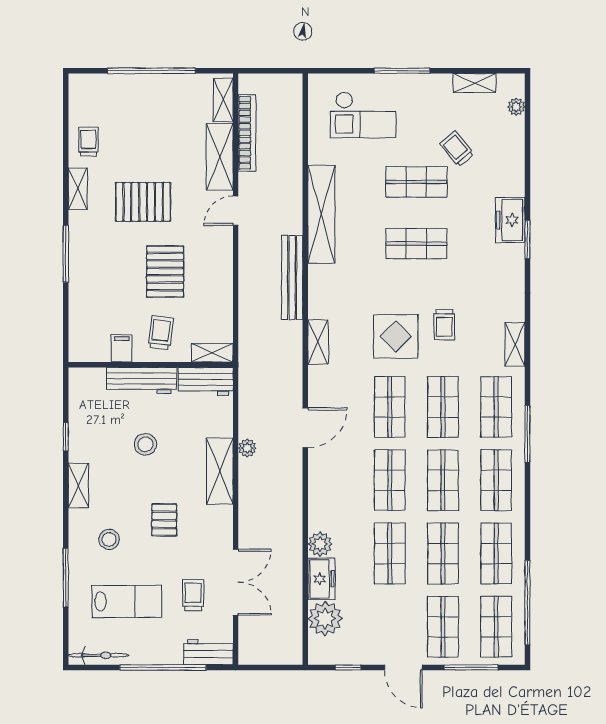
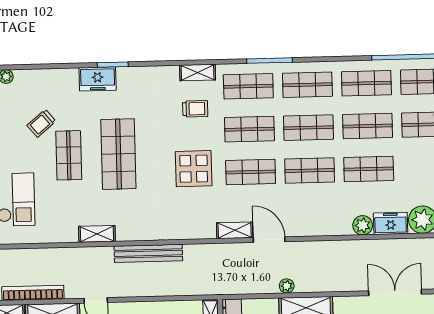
shelving: (321, 214) -> (97, 234), width x0.45, depth x0.75
shop shelf: (416, 244) -> (118, 154), width x1.43, depth x1.36
trolley: (444, 325) -> (195, 109), moved
shelving: (318, 342) -> (235, 230), moved

